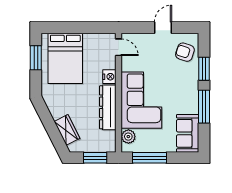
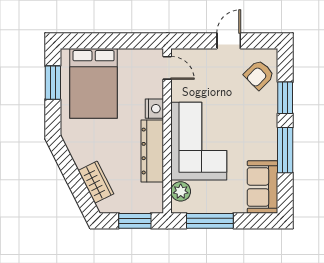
armchair: (185, 52) -> (259, 75), turned -63

